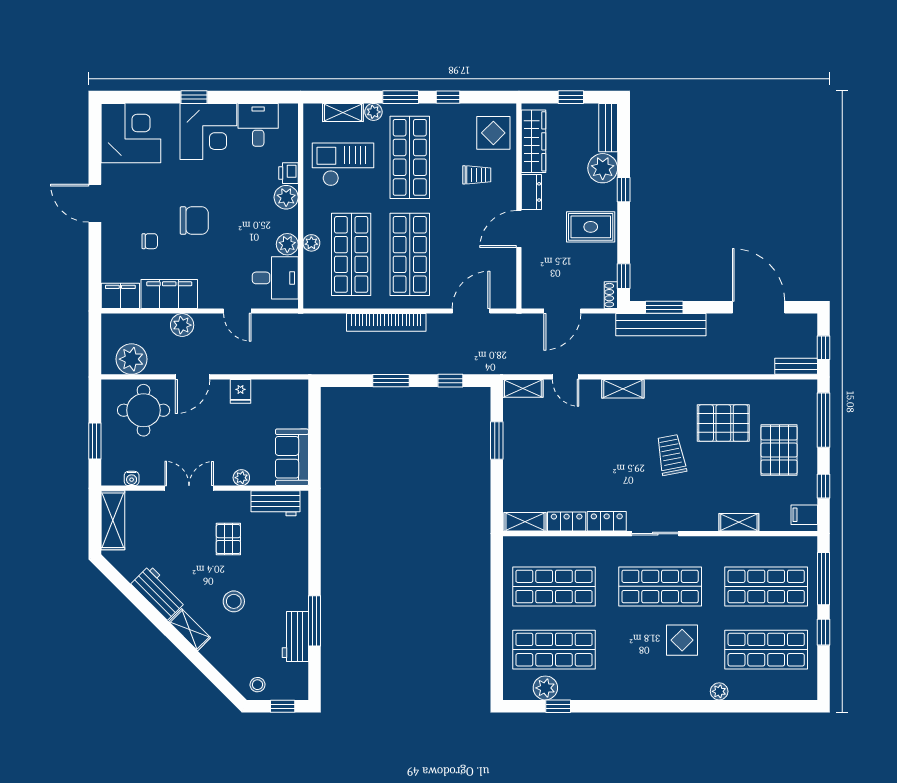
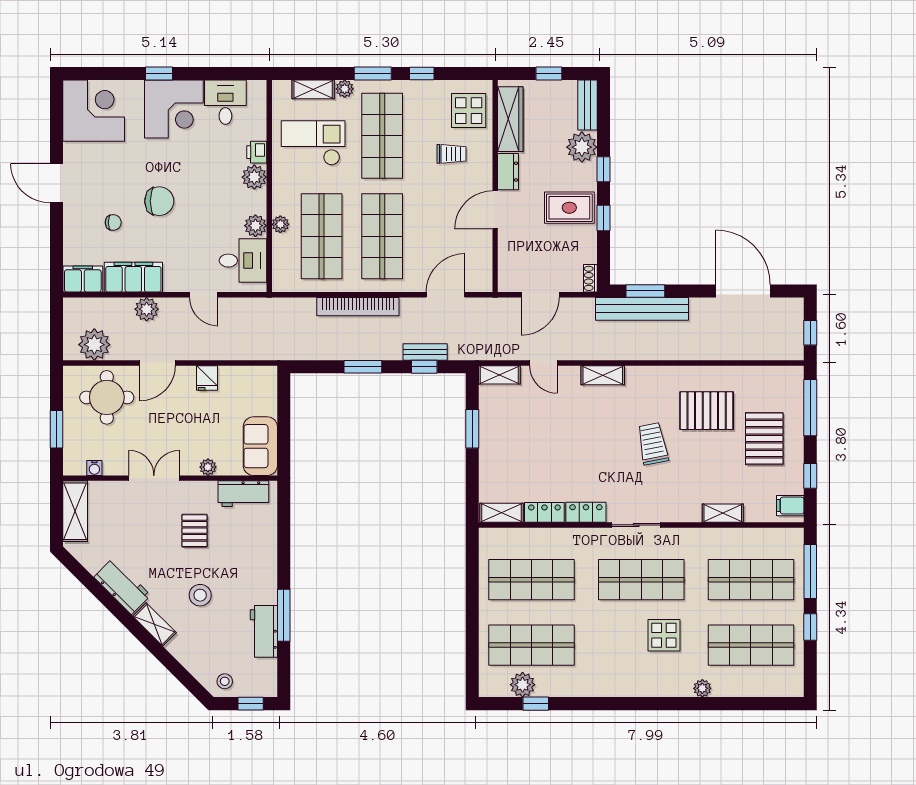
window: (624, 276) -> (603, 218), moved
bench: (796, 366) -> (425, 352), moved

